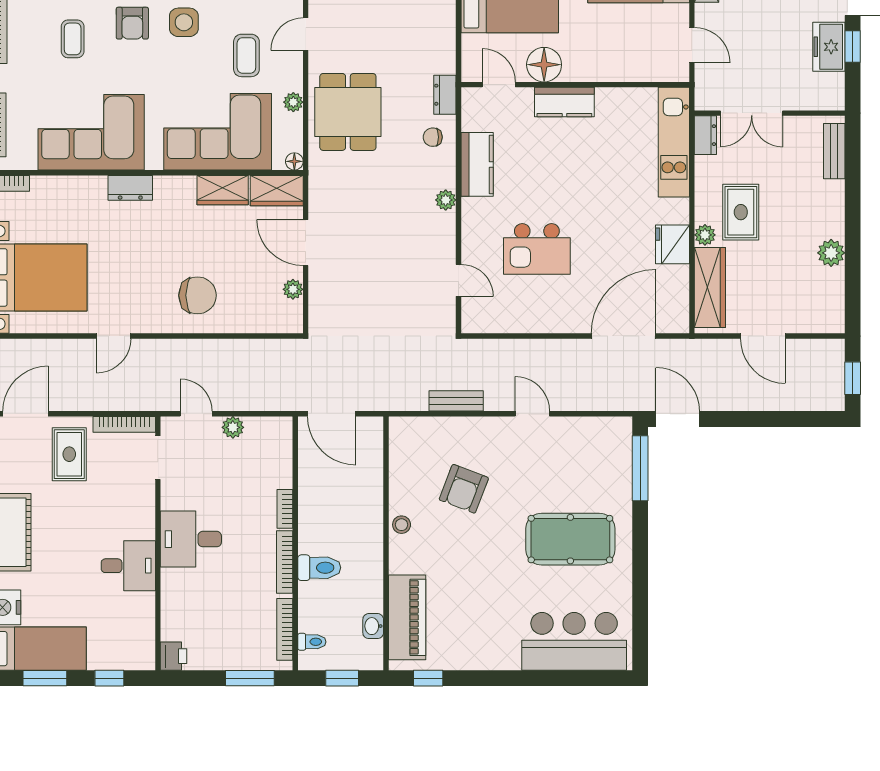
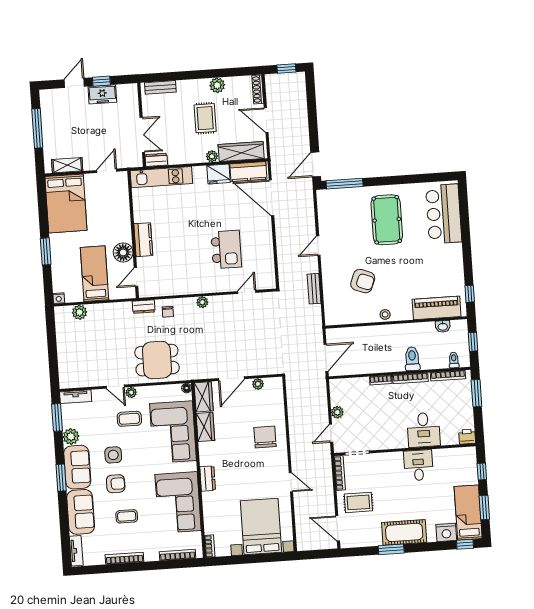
plant: (293, 102) -> (131, 392), moved
kitchen counter: (477, 164) -> (248, 172), moved, turned 180
rug: (741, 212) -> (205, 118), moved, turned 90
shoe rack: (819, 325) -> (258, 89), added
door: (763, 336) -> (266, 120), swing flipped
desk: (191, 539) -> (423, 430), moved

